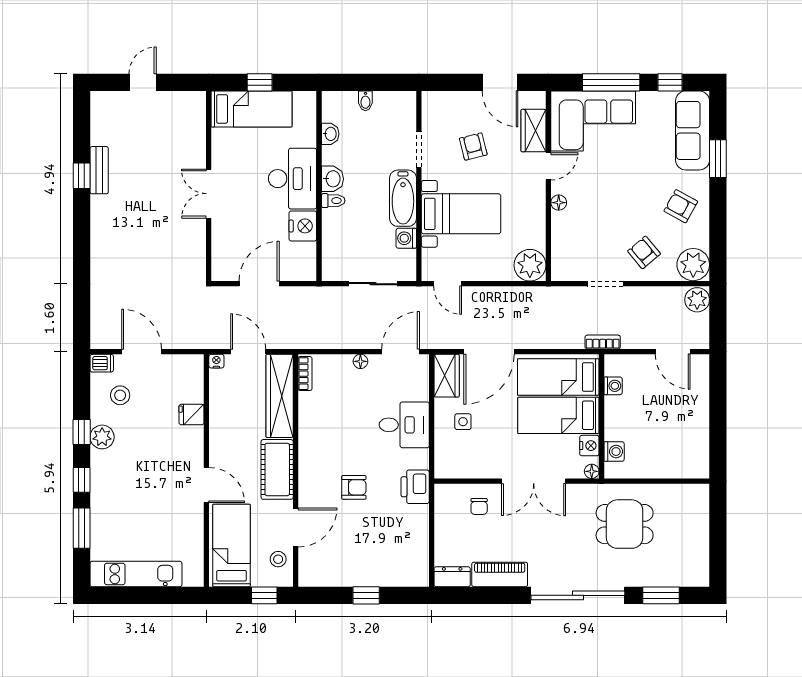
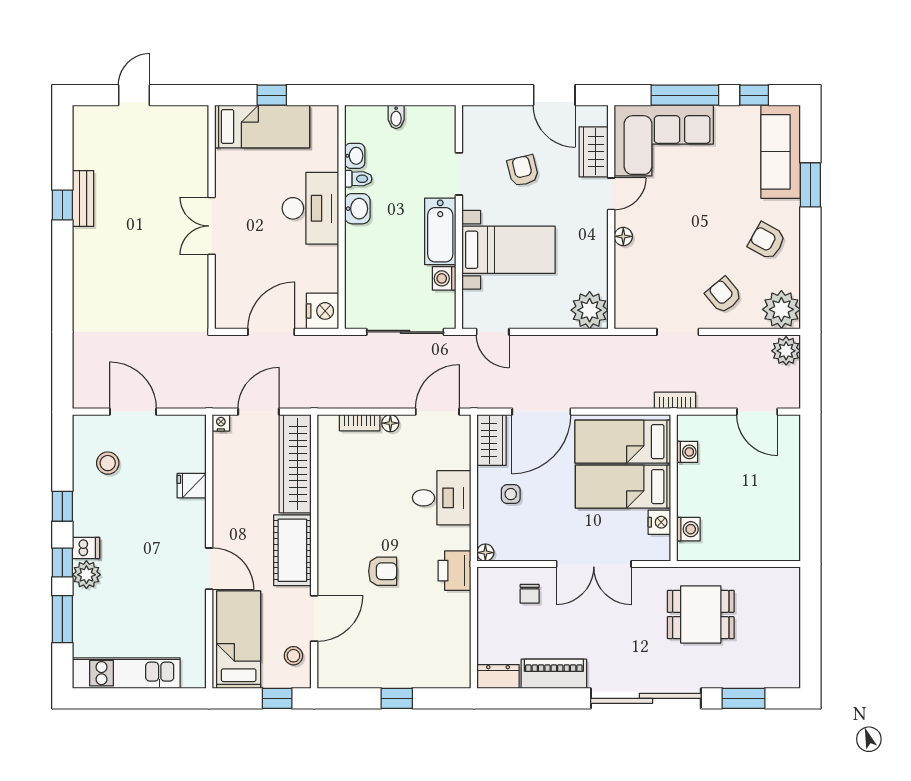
toilet: (333, 201) -> (358, 179), moved
nightstand: (303, 226) -> (323, 311), moved
sliding door: (373, 284) -> (405, 332), width x1.37
door: (248, 352) -> (258, 412), hinge flipped
dishwasher: (102, 363) -> (86, 548), moved
bookcase: (305, 374) -> (360, 423), moved, turned 90
plant: (102, 437) -> (86, 575), moved
floor lamp: (592, 471) -> (485, 553), moved

